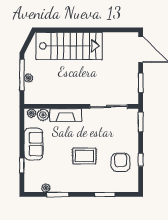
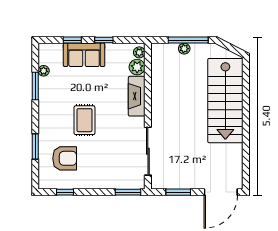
window: (22, 141) -> (104, 40), added
sofa: (33, 144) -> (84, 55), moved
window: (141, 160) -> (65, 192), moved
armchair: (121, 162) -> (65, 158), moved

